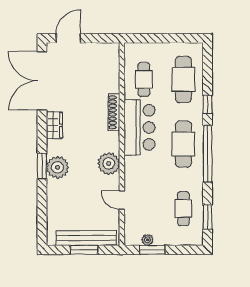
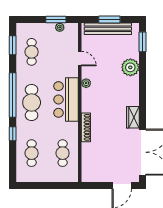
cafe table: (183, 79) -> (32, 153), width x0.73, depth x0.74
bar counter: (139, 127) -> (66, 99), moved
plant: (109, 164) -> (86, 83), width x0.53, depth x0.53
window: (42, 166) -> (142, 42), moved
plant: (57, 167) -> (130, 67), moved

